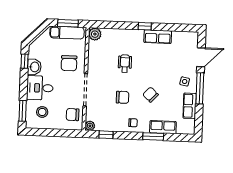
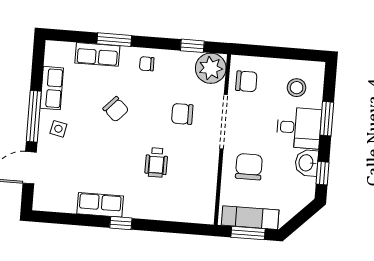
plant: (95, 34) -> (204, 213), removed
chair: (123, 97) -> (182, 114), moved
window: (23, 111) -> (327, 119), moved
plant: (90, 126) -> (211, 68), width x1.87, depth x1.87

